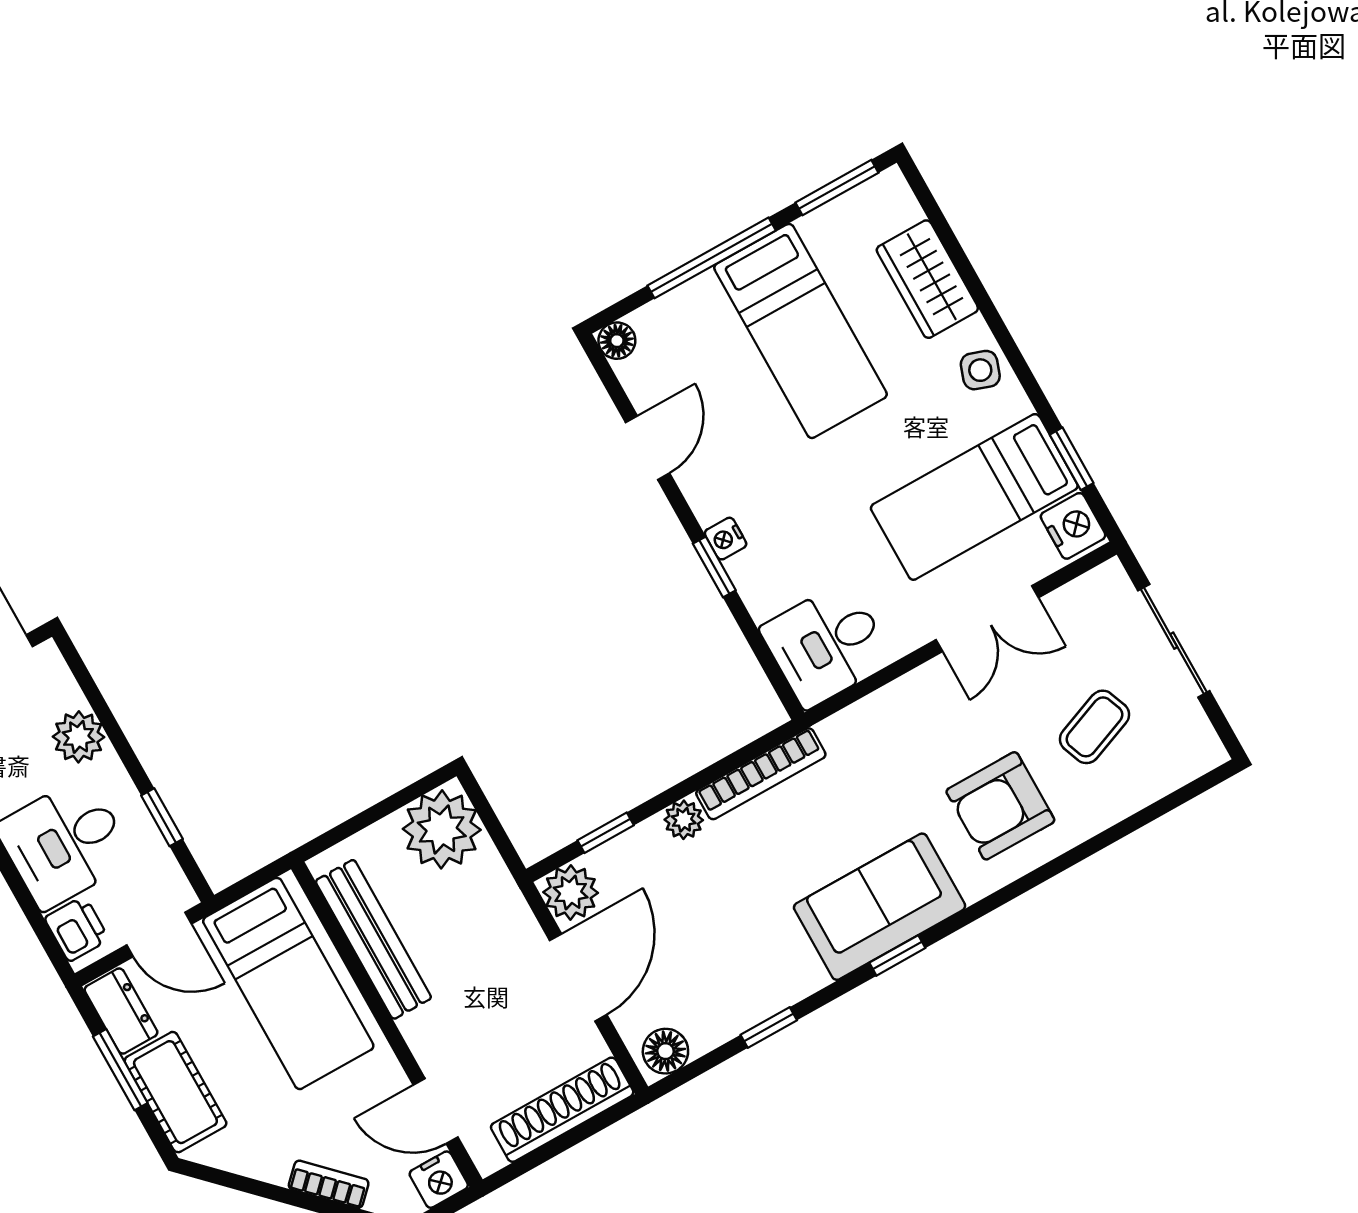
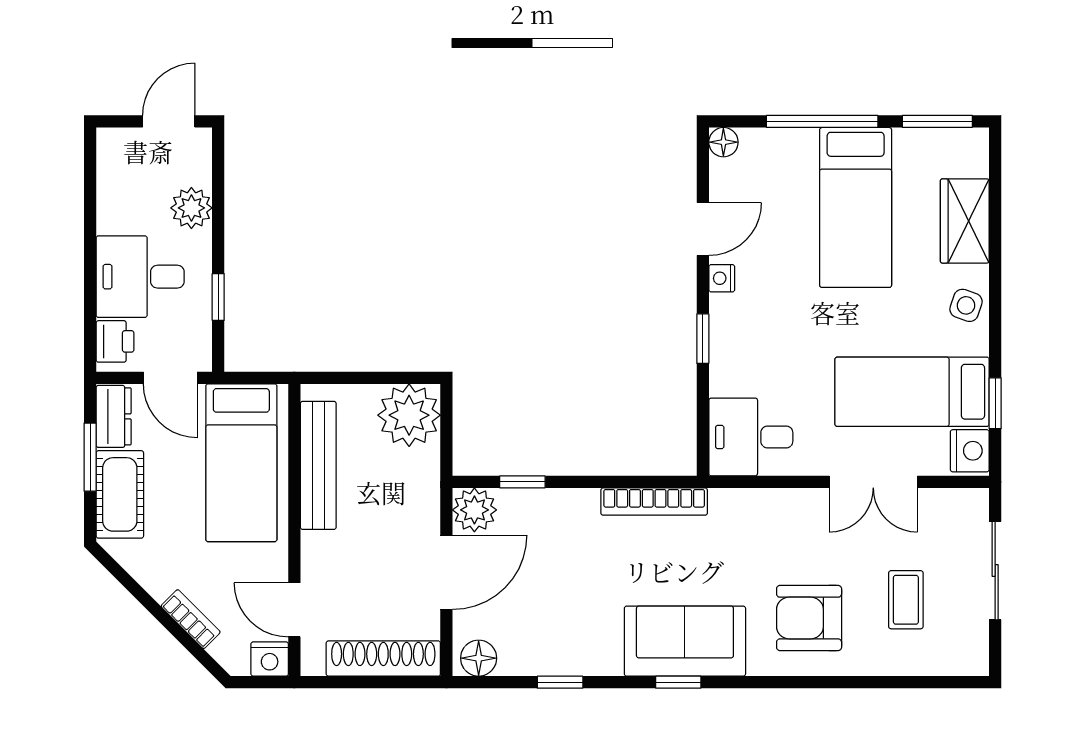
nightstand: (726, 539) -> (722, 278), moved
coffee table: (1095, 727) -> (906, 600), turned -69
plant: (684, 820) -> (582, 503), removed

